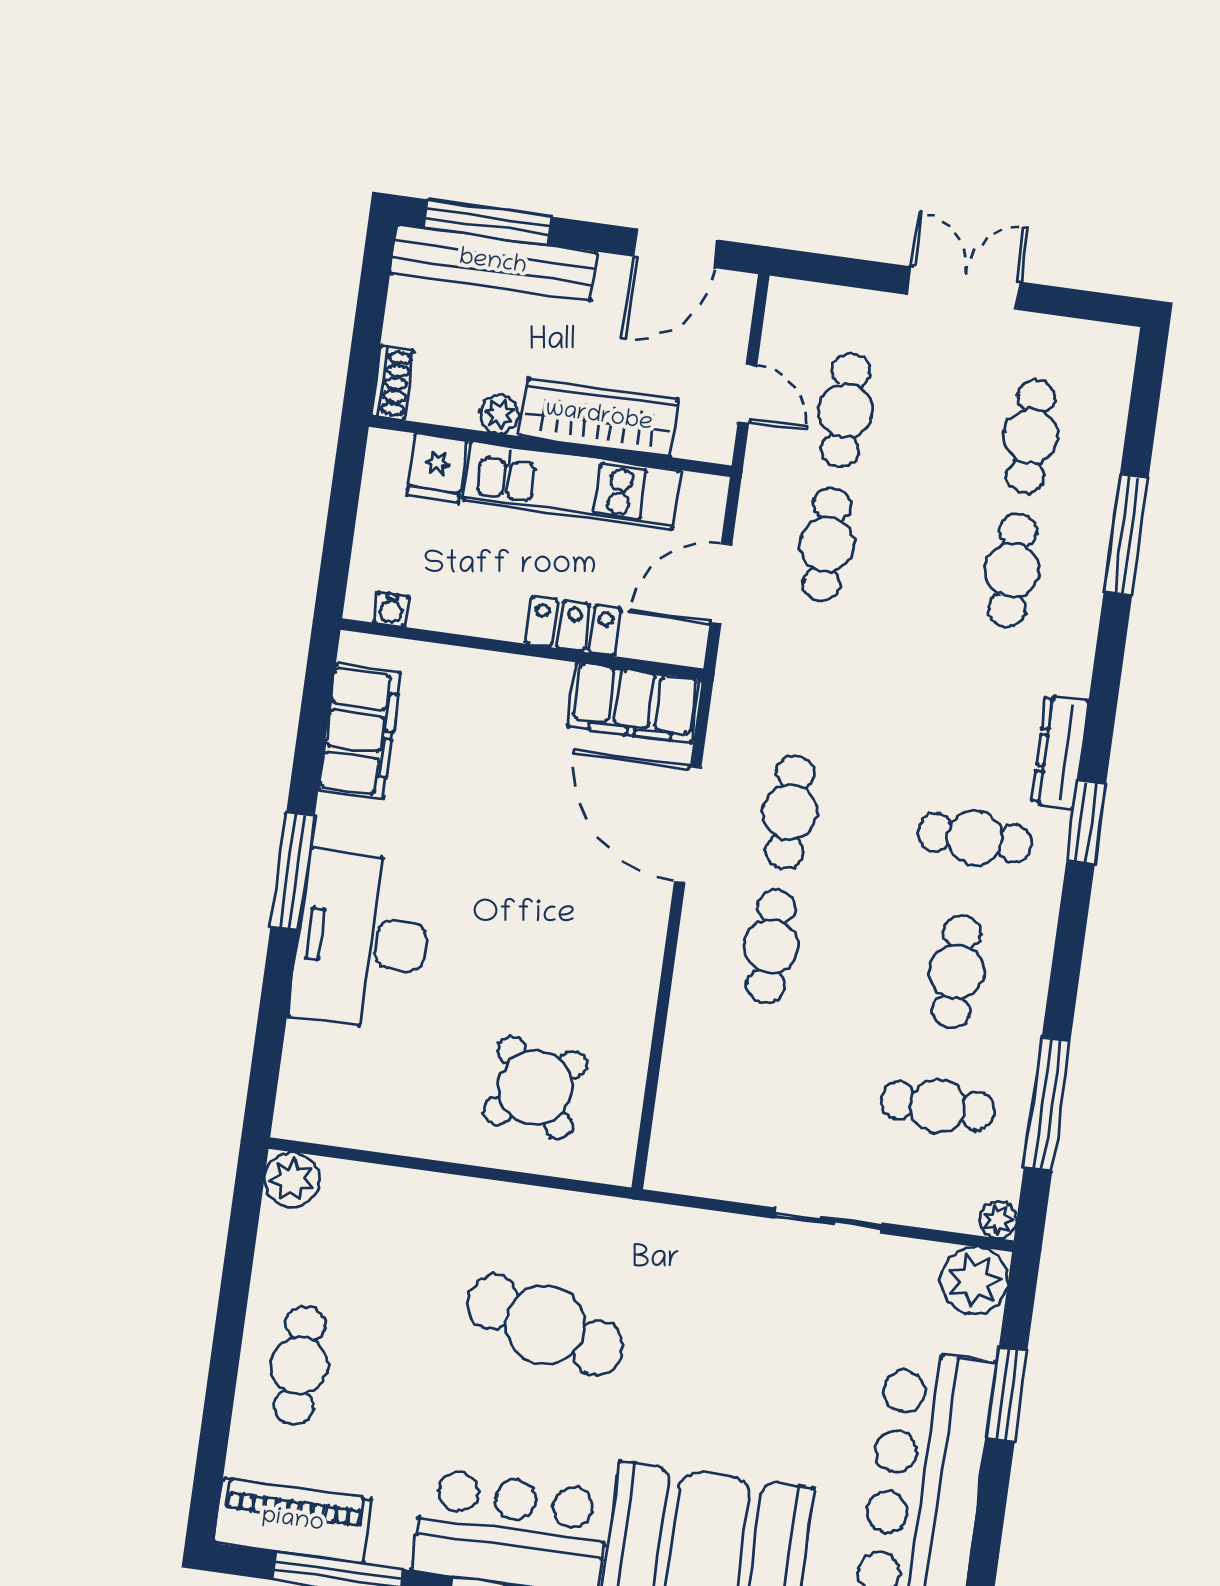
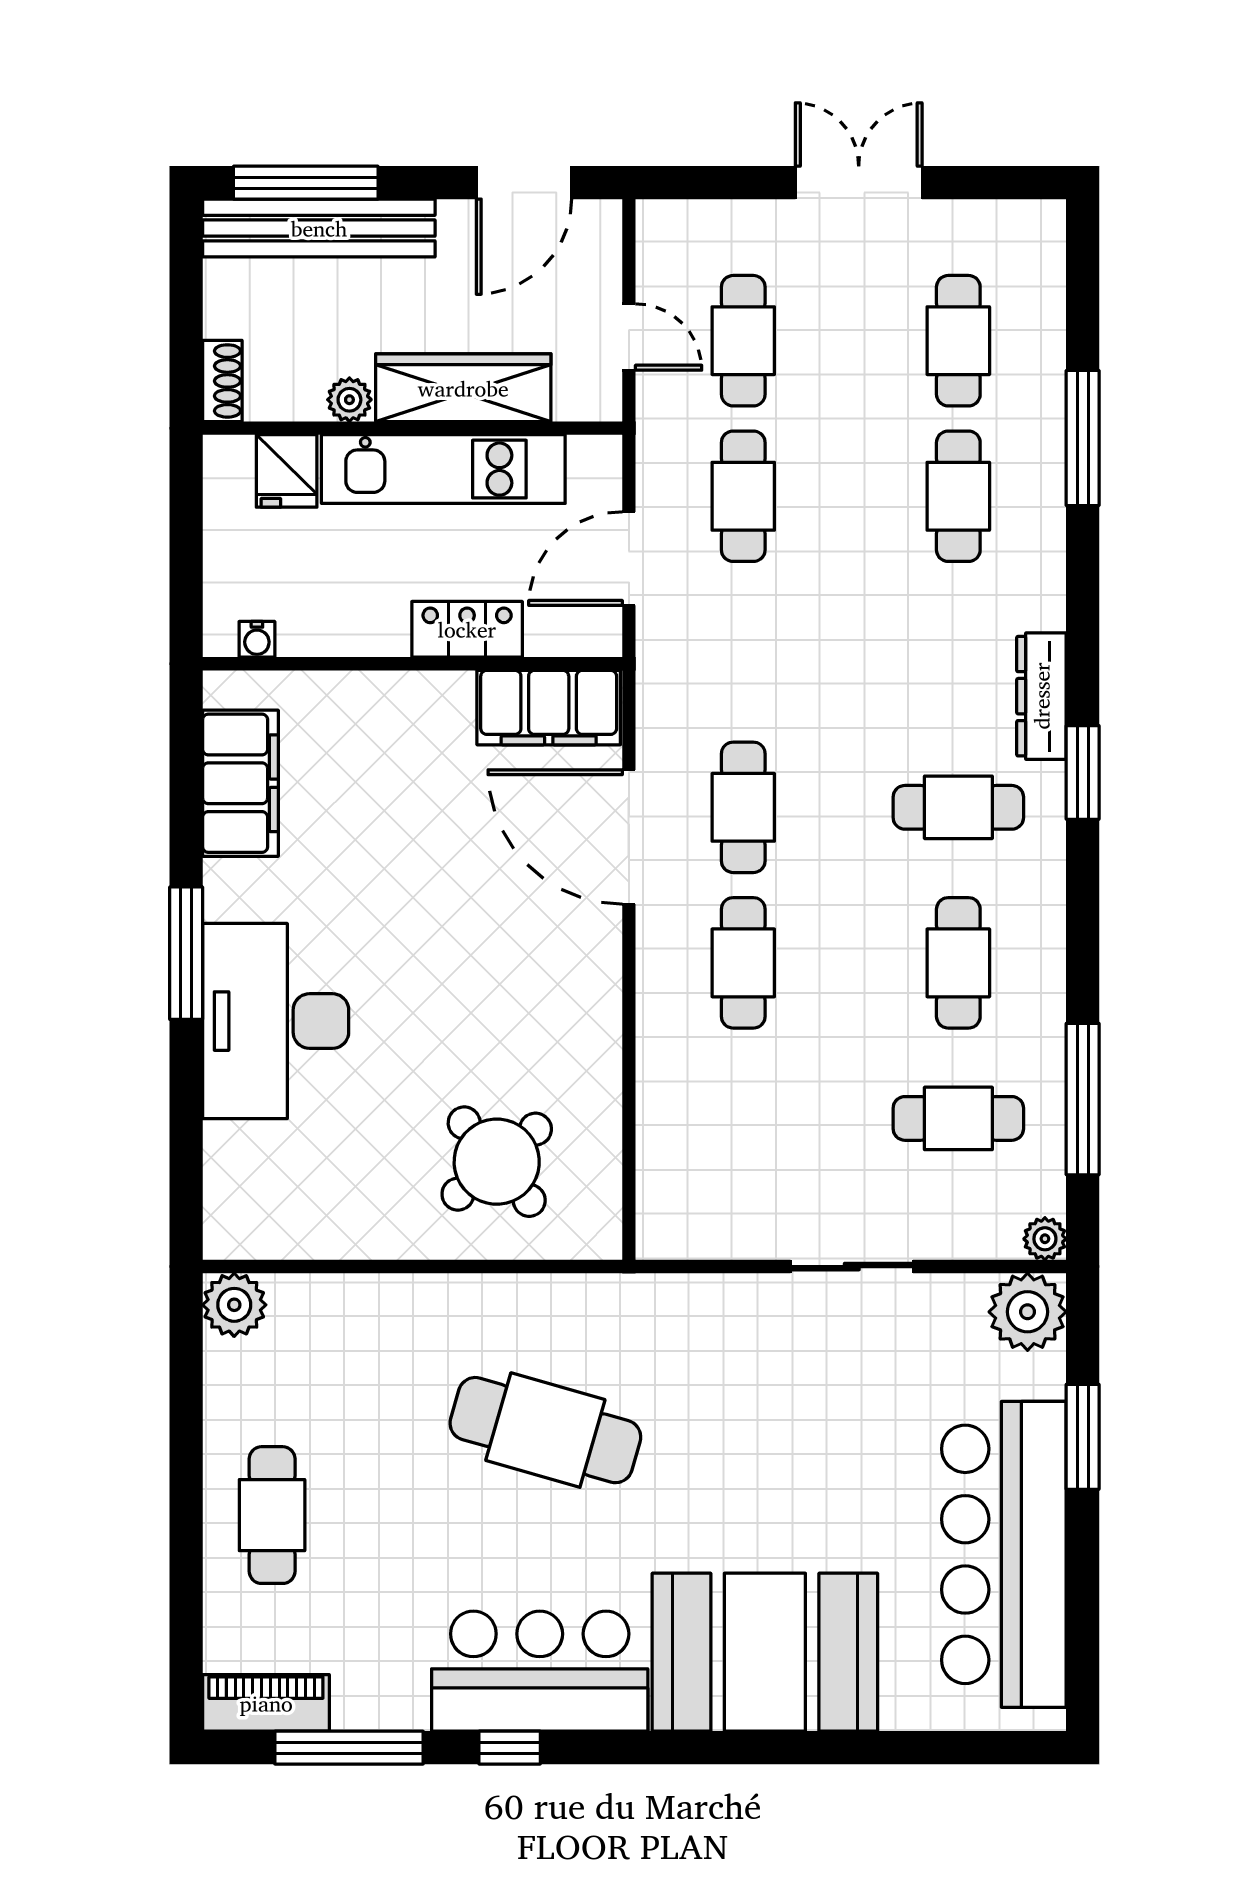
piano: (293, 1521) -> (266, 1703), width x0.73, depth x0.75

